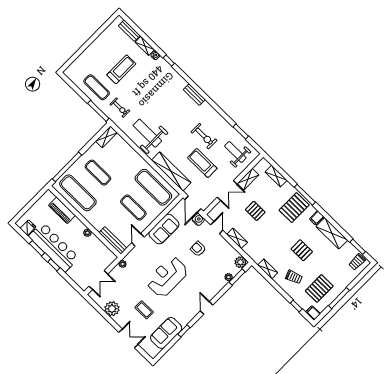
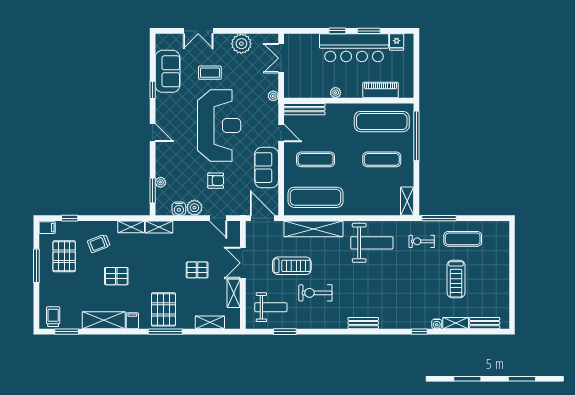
water cooler: (198, 219) -> (179, 209), moved
shelving: (237, 238) -> (159, 227), moved
plant: (240, 262) -> (194, 208), moved
reception desk: (167, 277) -> (219, 125), width x1.36, depth x1.30

